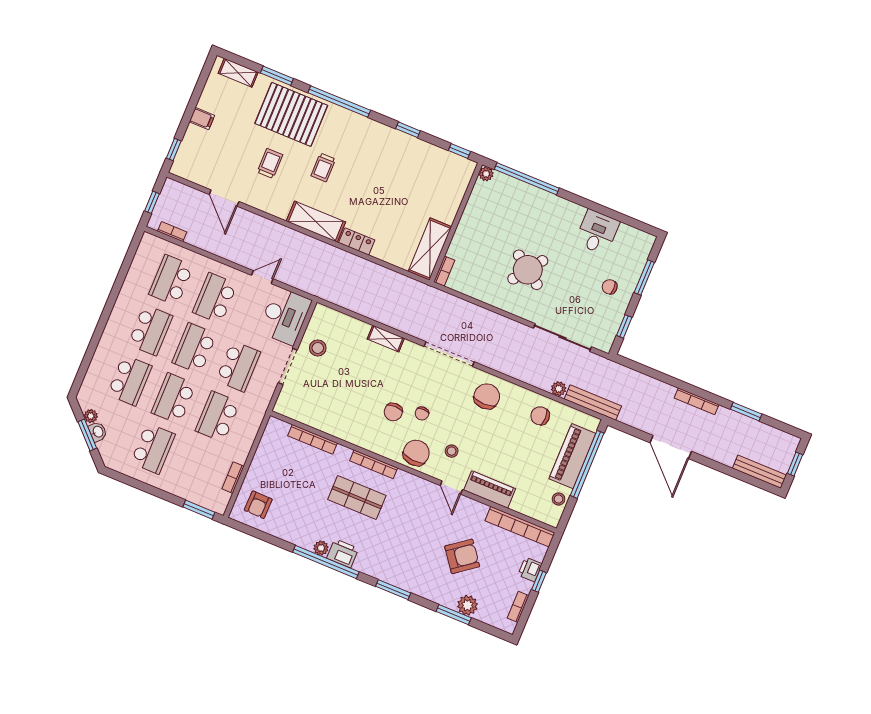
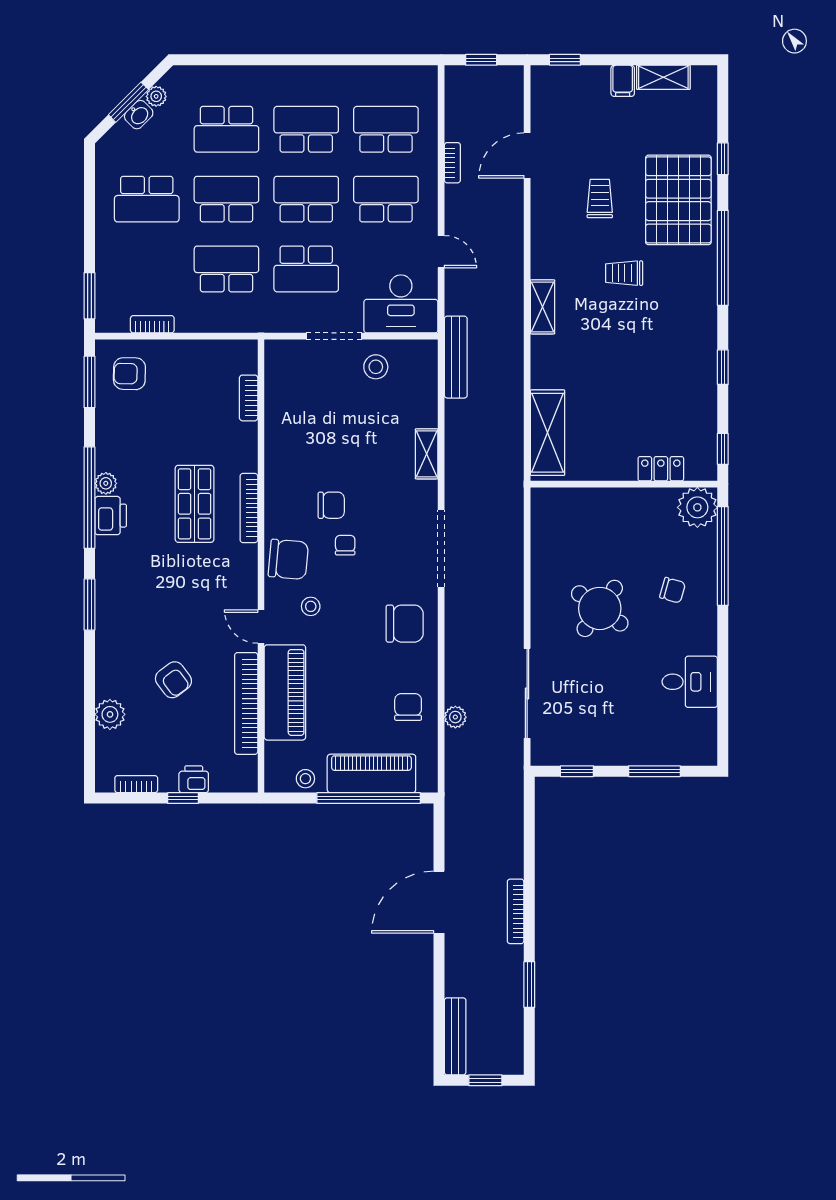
shelving: (238, 73) -> (663, 77), moved, turned 90
window: (277, 76) -> (723, 159), width x0.67
trolley: (270, 163) -> (600, 199), turned -90
plant: (486, 174) -> (697, 507), width x1.88, depth x1.88
shelving: (316, 222) -> (542, 307), width x0.67, depth x0.75
bookcase: (172, 232) -> (452, 163), moved
locker: (357, 241) -> (661, 469), moved, turned -90
shelving: (430, 249) -> (547, 433), moved, turned 90
bookcase: (444, 271) -> (551, 496), removed
chair: (610, 287) -> (673, 590), moved, turned 106
school desk: (150, 330) -> (306, 129), turned 180
bench: (593, 402) -> (456, 357), moved
chair: (393, 412) -> (331, 505), turned 180
chair: (422, 413) -> (345, 545), turned 90
bookcase: (312, 439) -> (249, 398), width x0.64
door: (451, 488) -> (261, 627), hinge flipped
piano: (490, 489) -> (285, 692), width x1.37, depth x1.33
bookcase: (520, 527) -> (246, 703), moved
armchair: (462, 556) -> (173, 680), width x0.72, depth x0.72
window: (454, 615) -> (89, 382), moved

